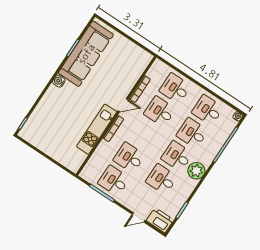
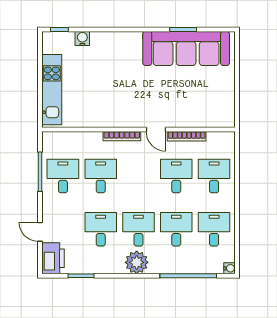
water cooler: (59, 81) -> (82, 38), moved
kitchen unit: (97, 129) -> (52, 90), moved, turned 90

